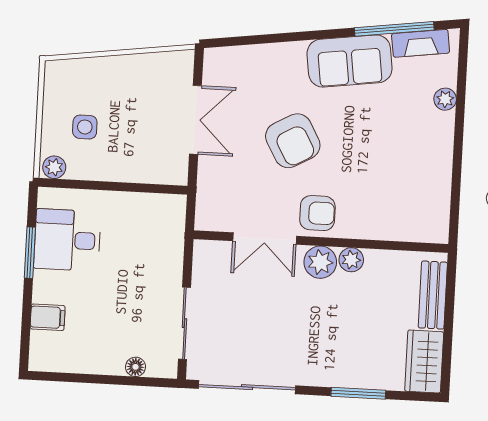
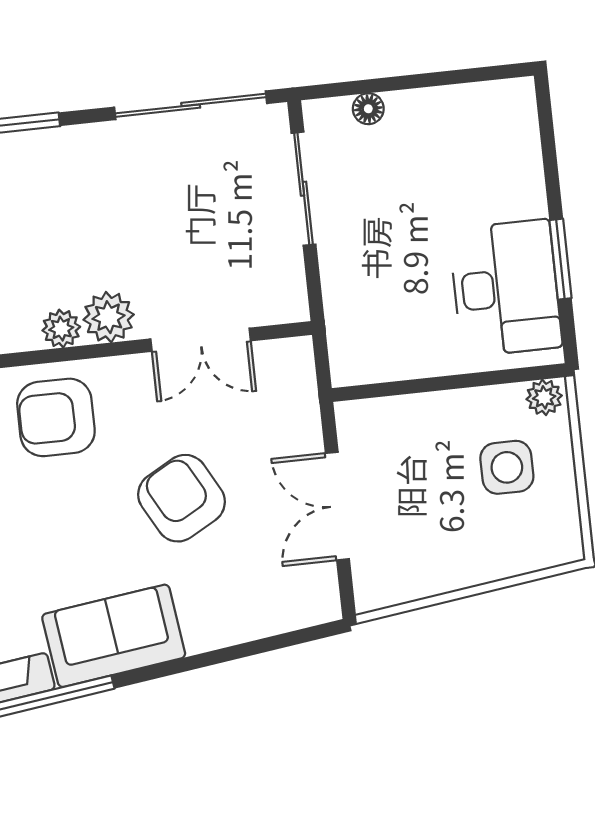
side table: (85, 127) -> (507, 467), width x1.37, depth x1.37
armchair: (317, 213) -> (56, 417), moved, width x1.38, depth x1.38
double door: (265, 238) -> (201, 340), swing flipped
desk: (67, 240) -> (506, 288), width x1.37
filing cabinet: (48, 317) -> (517, 163), removed

